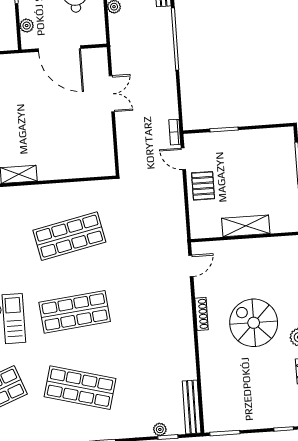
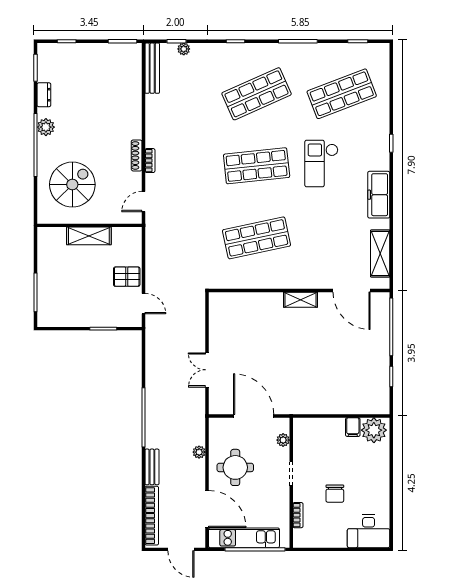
bookcase: (175, 132) -> (150, 161), moved
pallet: (203, 186) -> (127, 277), turned 90
spiral stairs: (254, 323) -> (72, 185), moved, turned -90
shop shelf: (80, 388) -> (257, 94), turned -39

